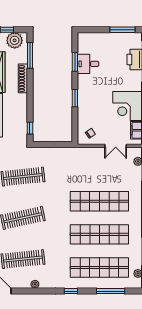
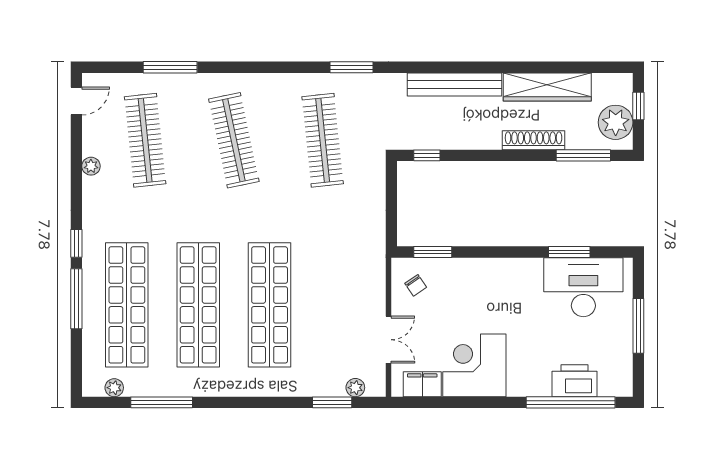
window: (123, 30) -> (638, 326), moved
desk: (88, 64) -> (583, 287), width x1.87, depth x1.30
window: (75, 98) -> (433, 252), moved
double door: (116, 146) -> (389, 340), swing flipped
window: (111, 291) -> (76, 299), moved

